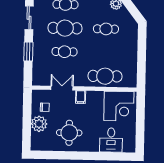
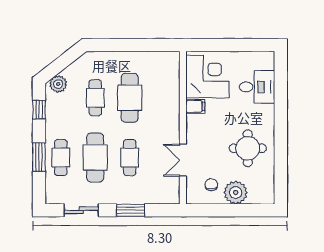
cafe table: (105, 76) -> (130, 98), moved
filing cabinet: (81, 97) -> (195, 106), moved

